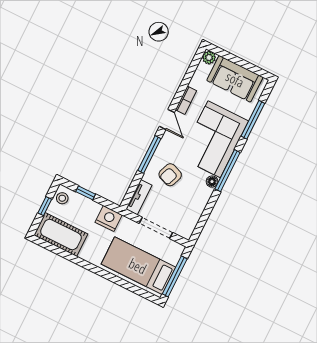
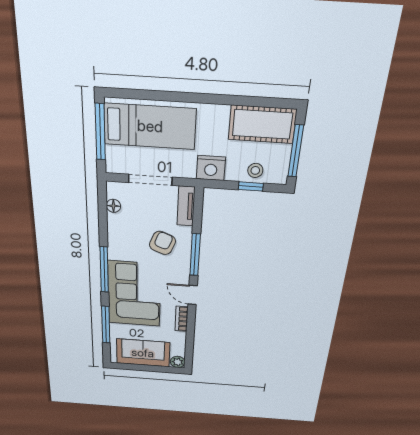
floor lamp: (212, 182) -> (113, 206), moved
stool: (62, 198) -> (255, 170), moved
window: (45, 206) -> (296, 151), width x2.17

